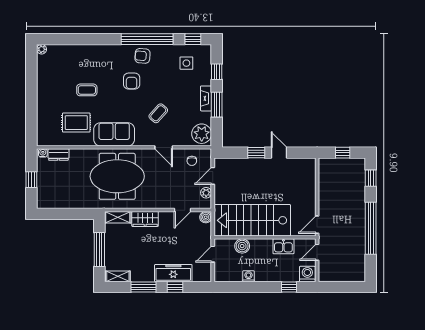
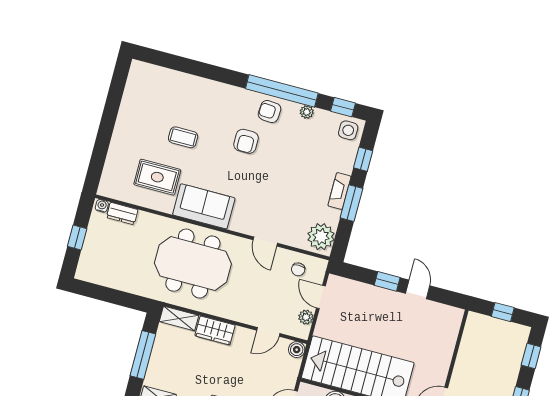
plant: (42, 49) -> (307, 112), moved
side table: (186, 63) -> (348, 130), moved
coffee table: (158, 113) -> (270, 194), removed
door: (213, 176) -> (321, 297), hinge flipped

